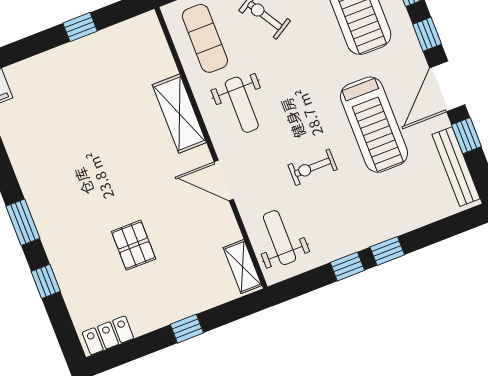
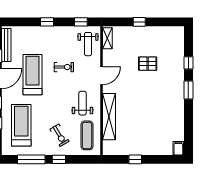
shelving: (179, 114) -> (109, 117), width x1.47
door: (224, 180) -> (101, 76), hinge flipped
pallet: (134, 245) -> (148, 64), turned 90
window: (347, 266) -> (81, 22), moved
locker: (108, 335) -> (172, 32), removed

